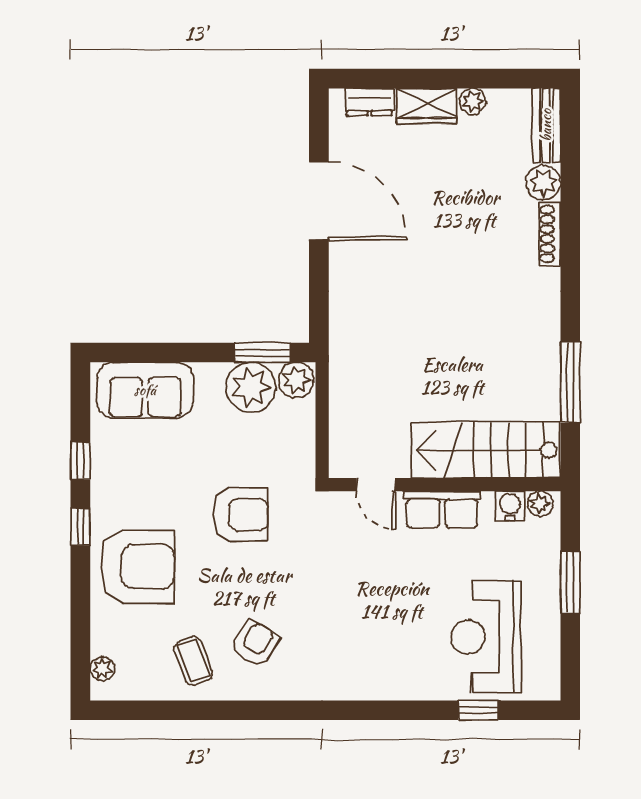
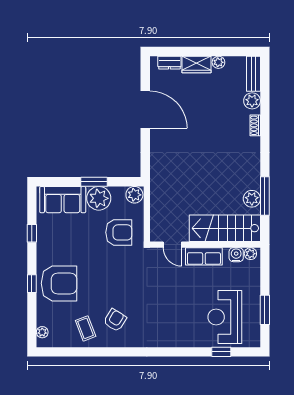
shoe rack: (550, 234) -> (255, 125), width x0.70
window: (263, 353) -> (94, 182), moved
plant: (251, 387) -> (99, 198), moved
plant: (543, 388) -> (252, 199), added
armchair: (241, 515) -> (119, 232), moved
window: (80, 527) -> (32, 284), moved
window: (570, 582) -> (265, 310), moved

